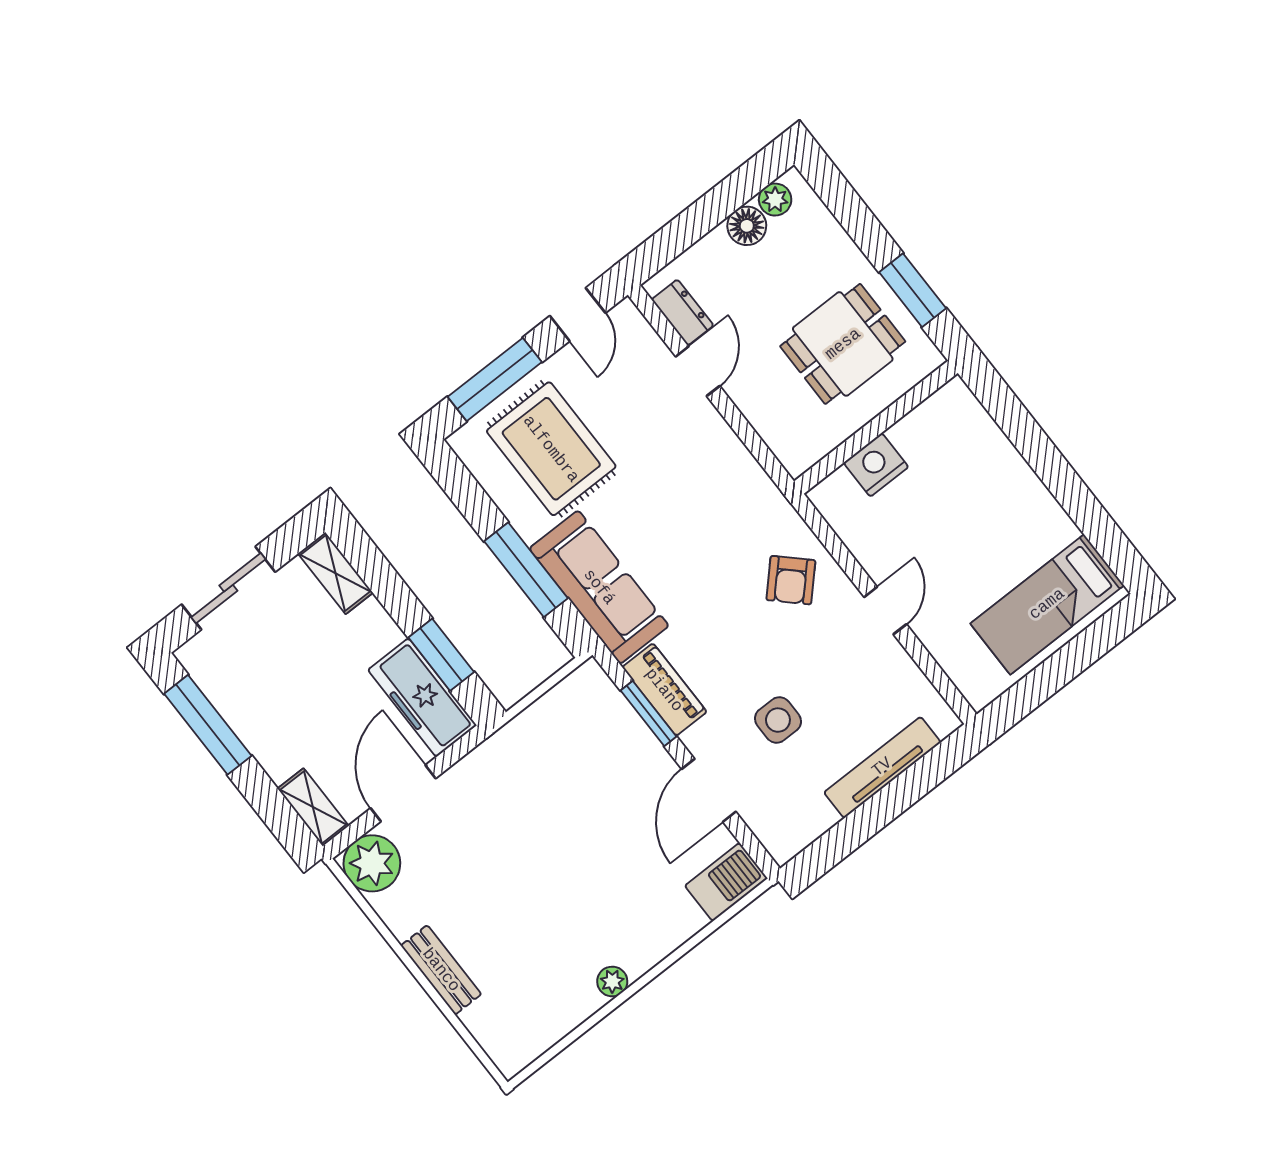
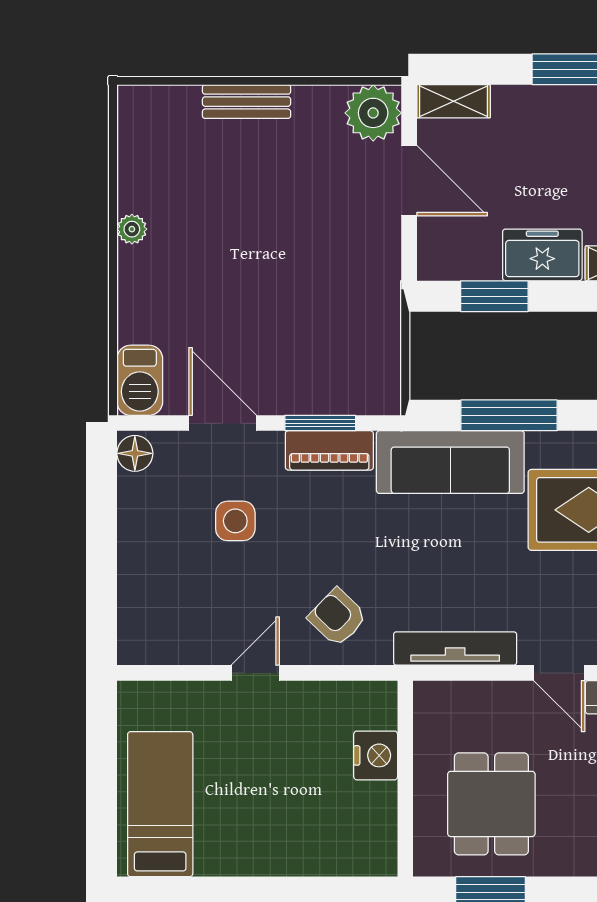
door: (885, 611) -> (255, 673), swing flipped
freezer: (422, 698) -> (542, 255), moved, width x0.71
tv unit: (882, 767) -> (455, 649), moved, turned -90
floor lamp: (787, 841) -> (135, 453), added

